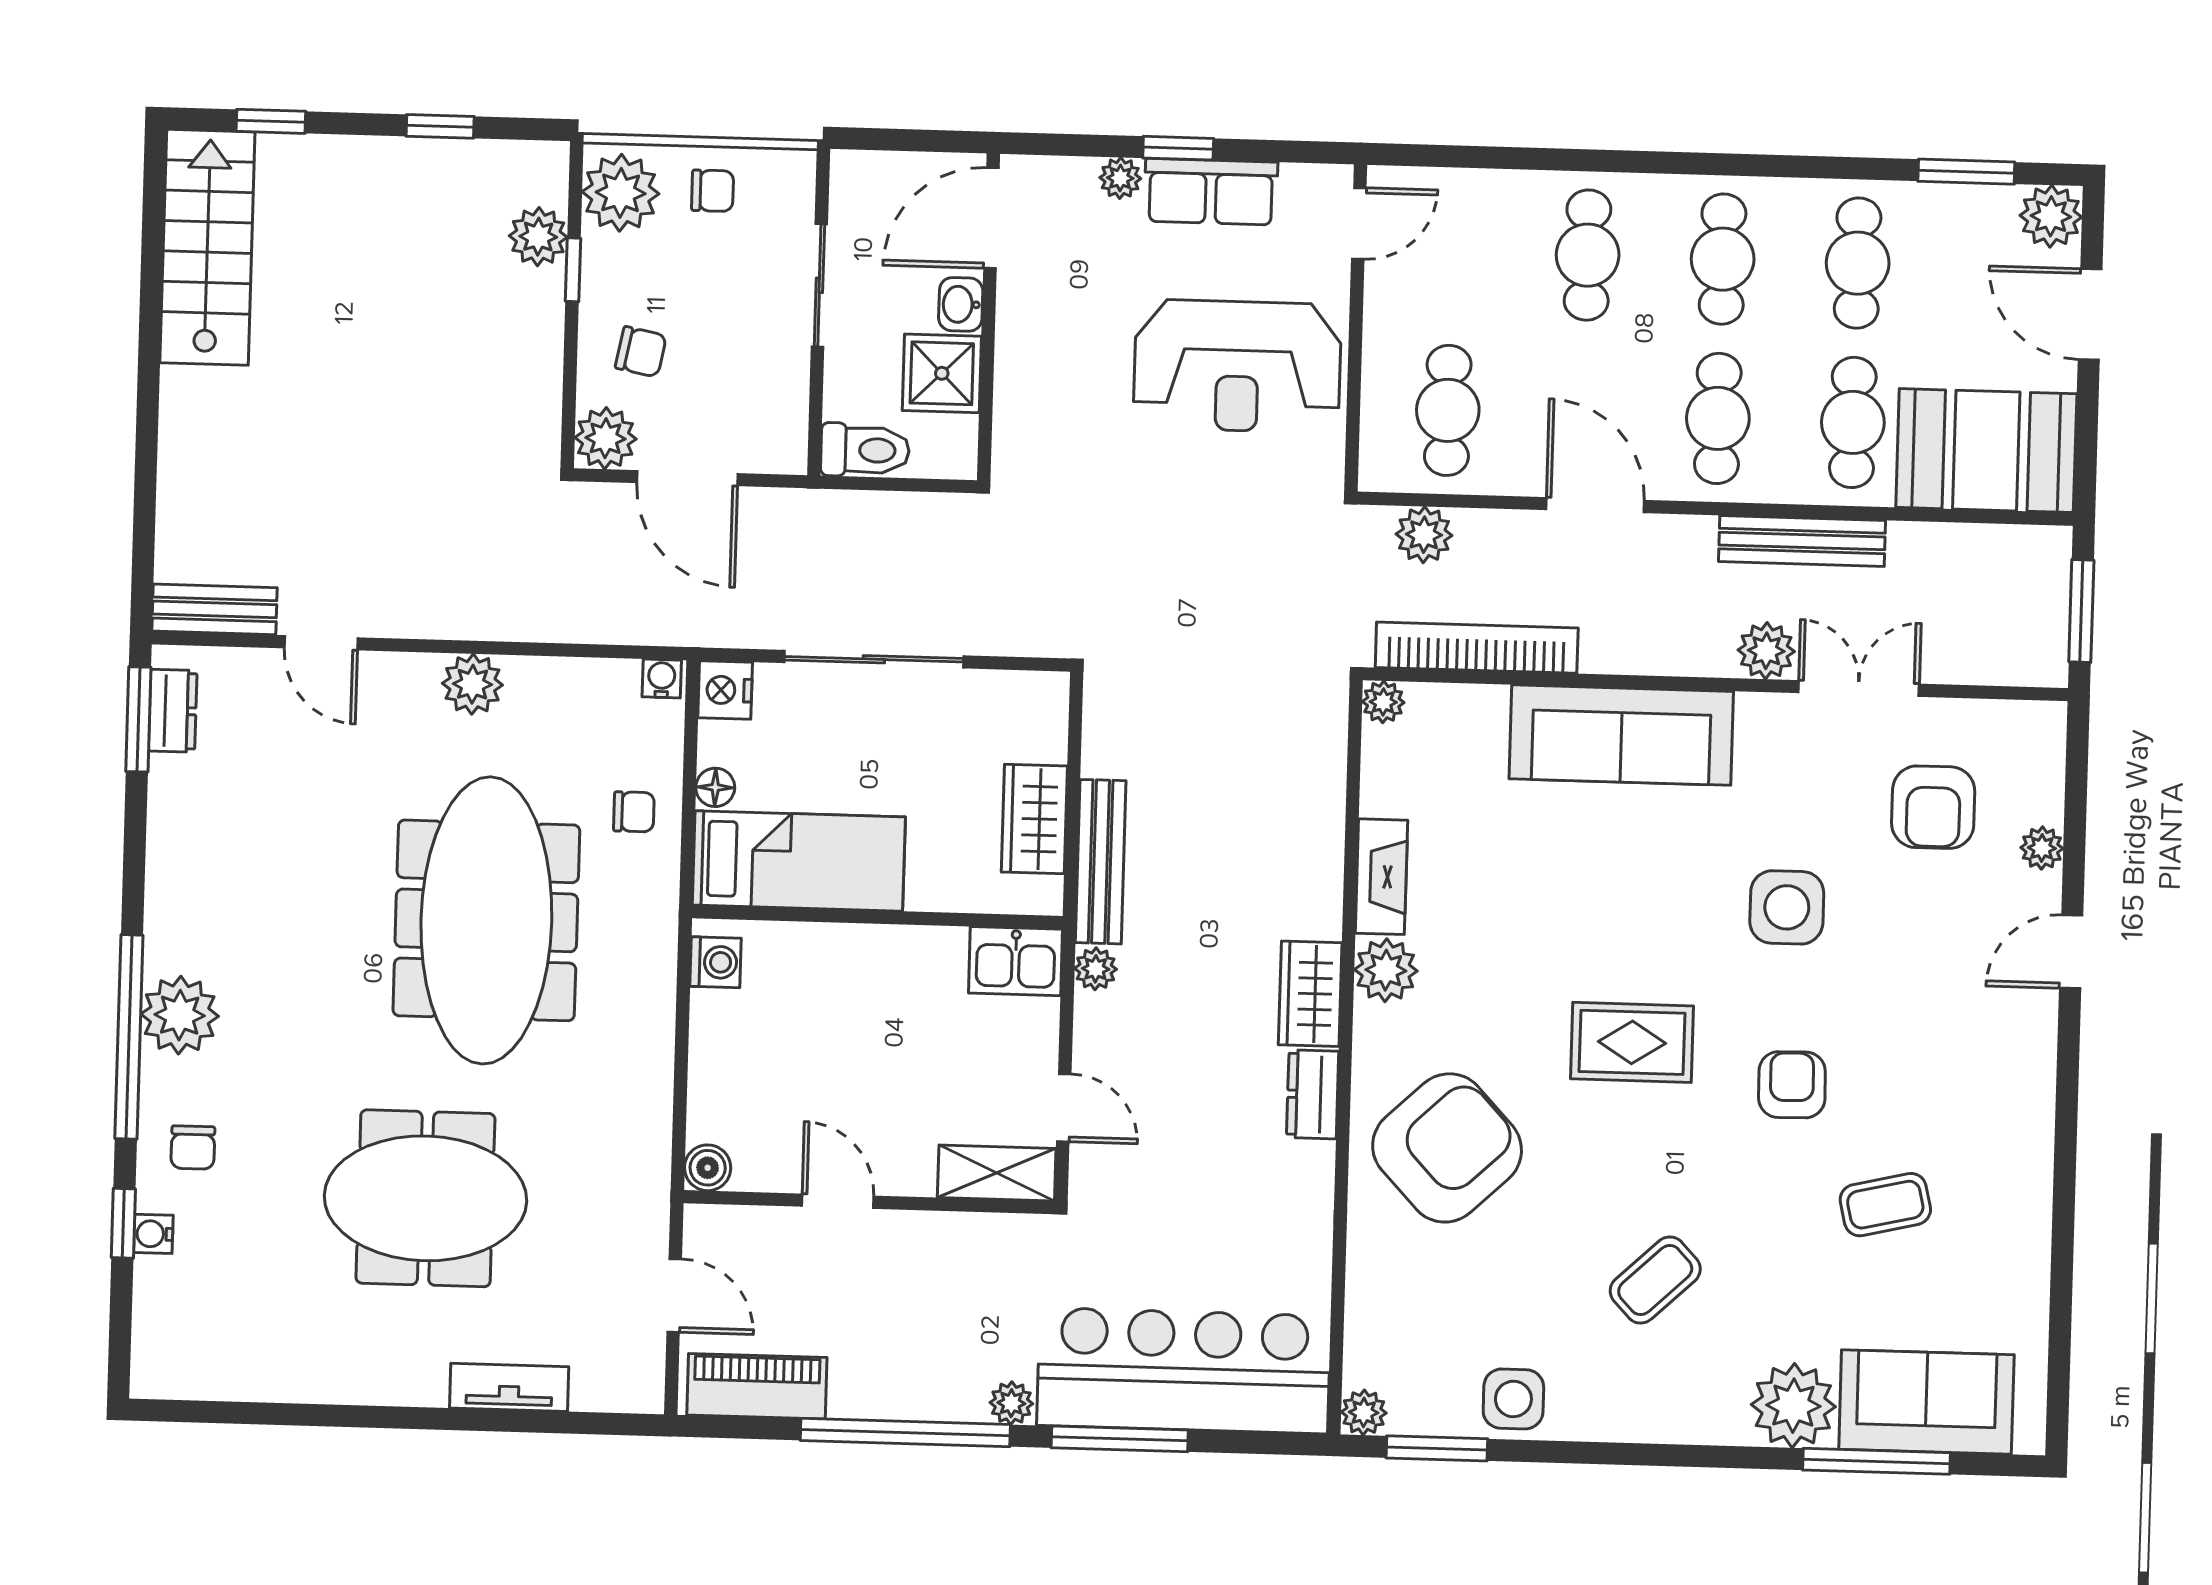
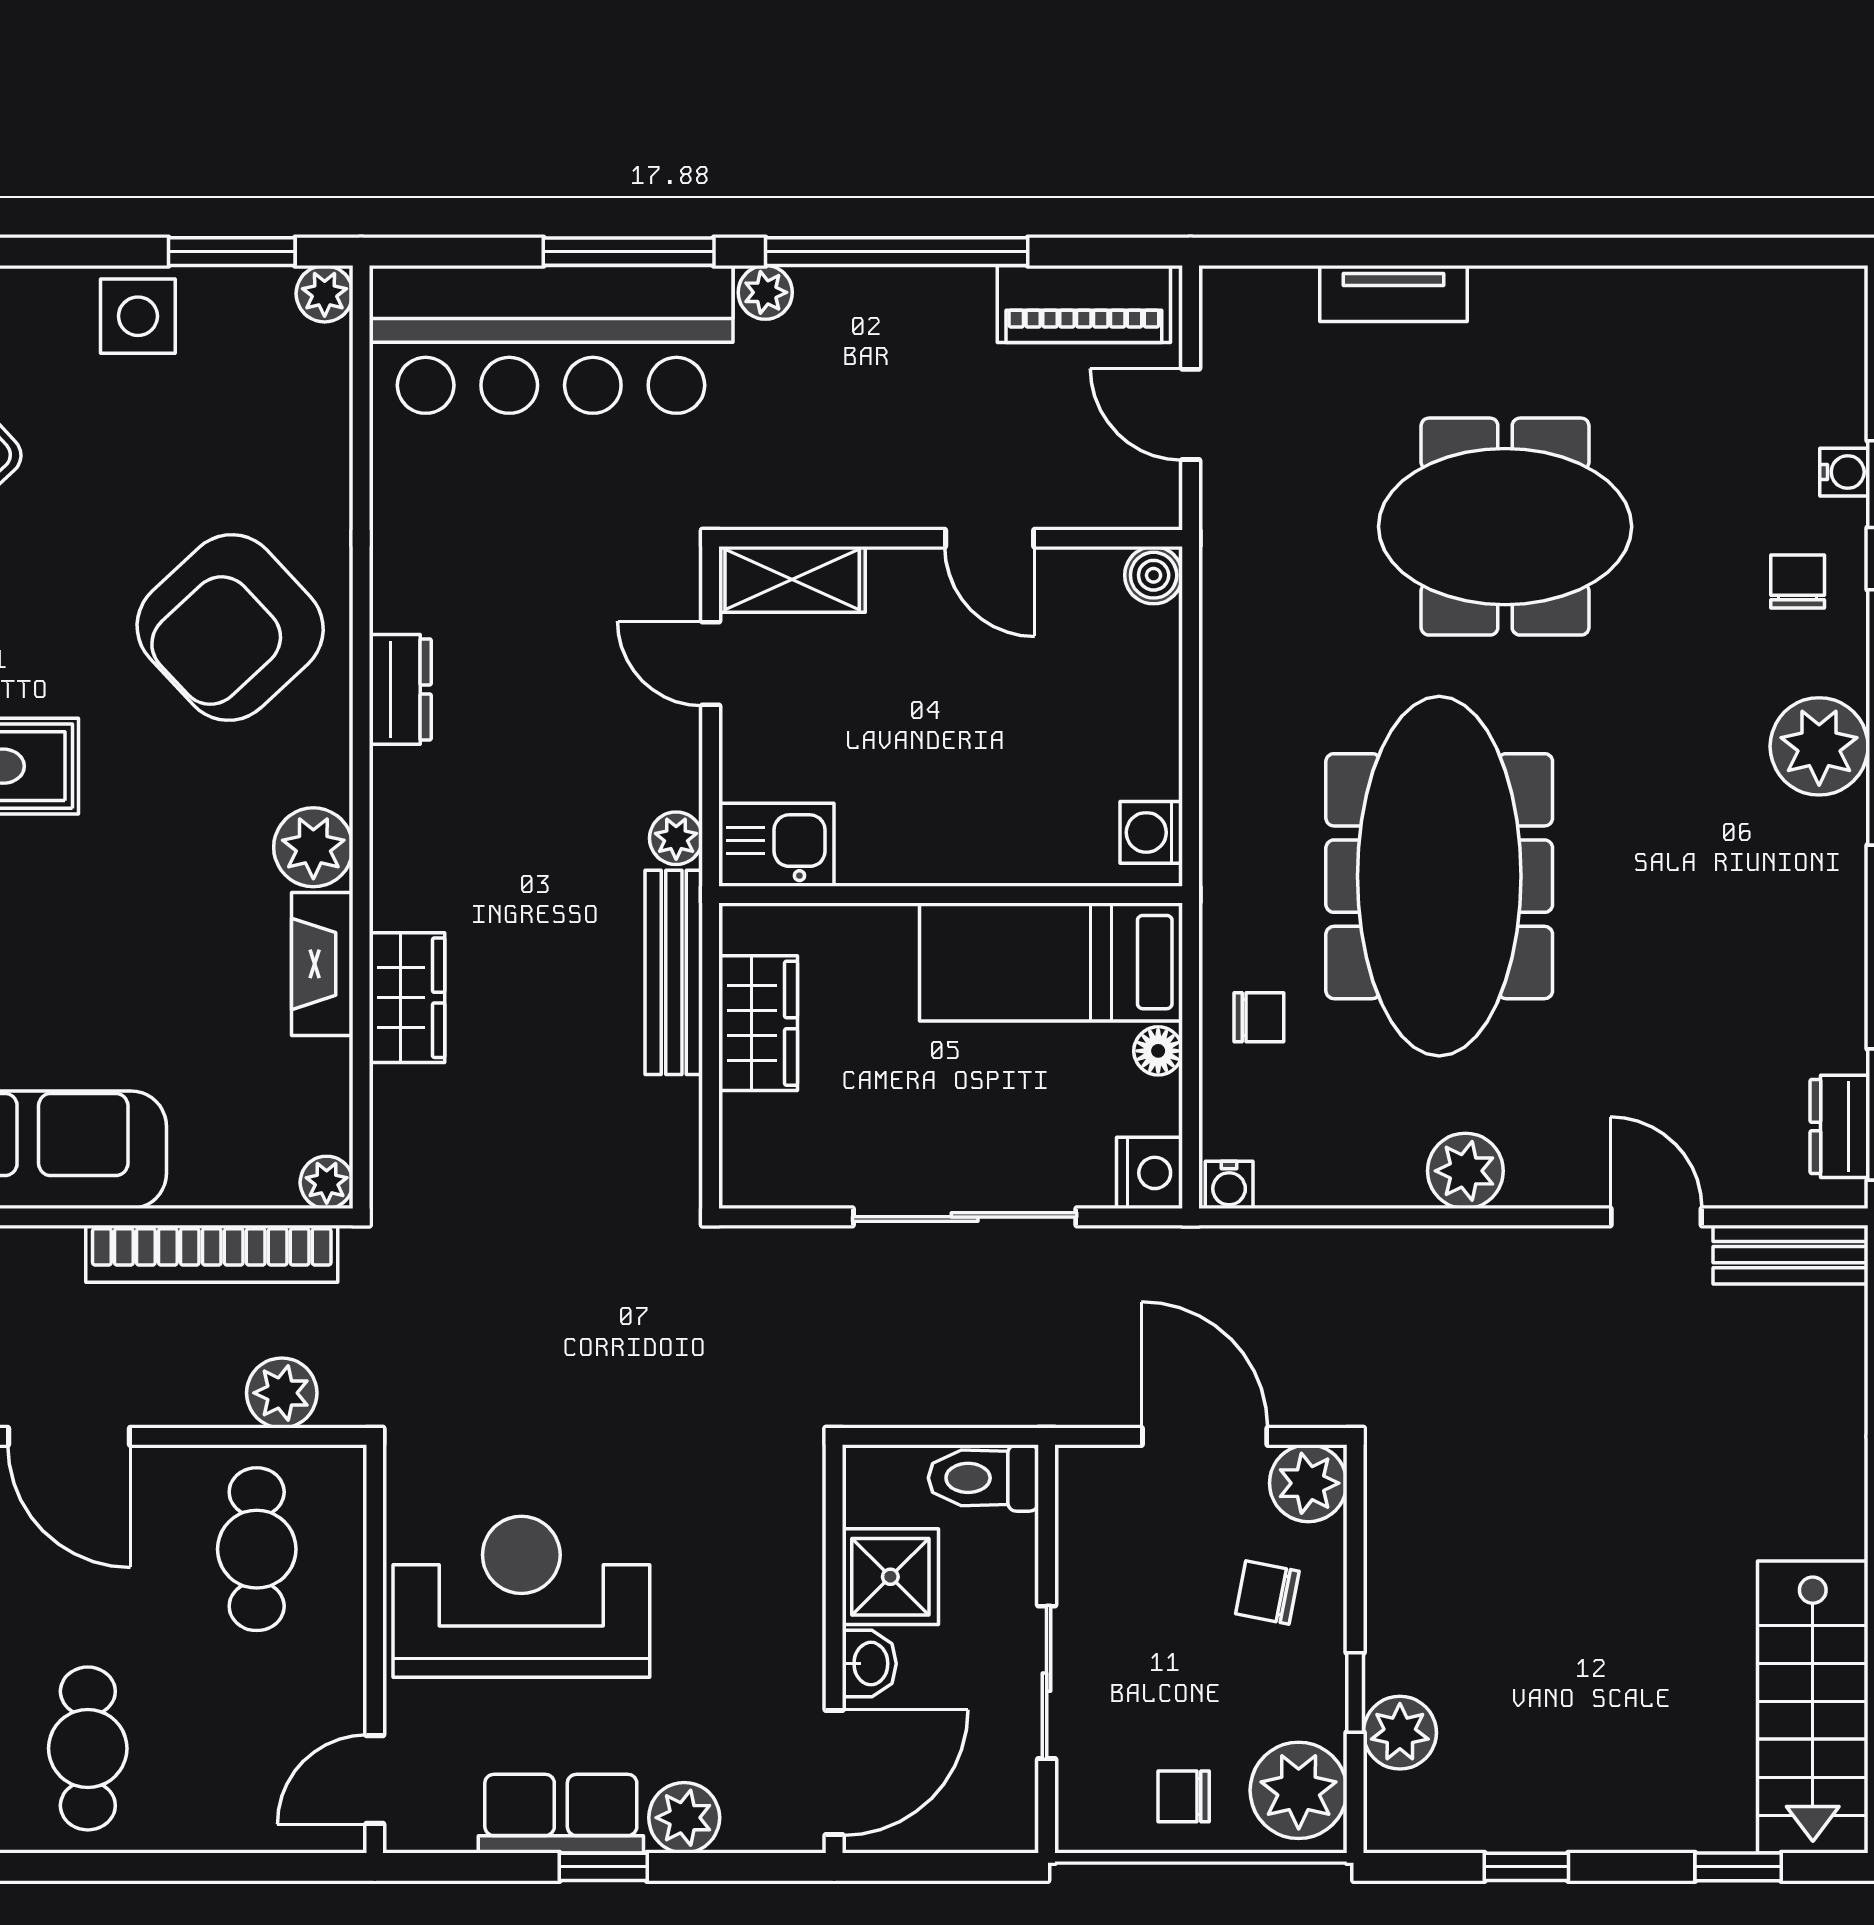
plant: (1120, 178) -> (684, 1818), width x1.38, depth x1.38
chair: (634, 812) -> (1259, 1017), turned 180
wardrobe: (1310, 994) -> (407, 998), moved

